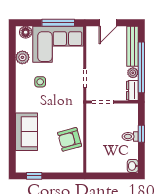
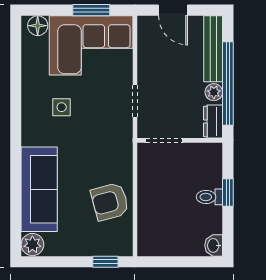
window: (58, 23) -> (91, 10), width x0.69
door: (108, 23) -> (173, 10), hinge flipped
plant: (22, 57) -> (32, 245), moved
sofa: (27, 132) -> (39, 189), width x1.36
window: (34, 176) -> (105, 262), moved

